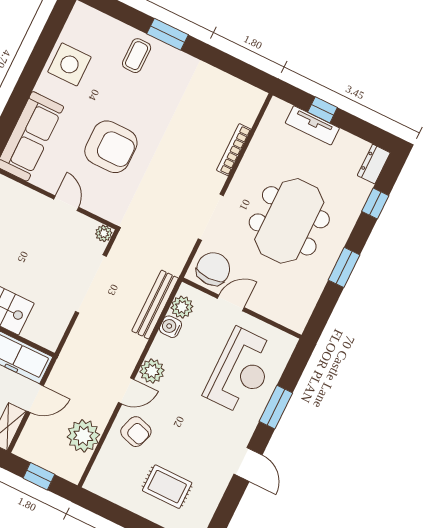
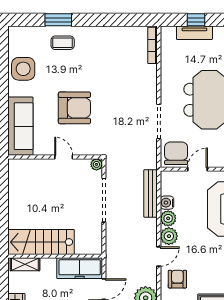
window: (168, 34) -> (58, 20), moved
coffee table: (137, 56) -> (63, 43), turned 90
bookcase: (234, 150) -> (153, 45), moved
plant: (182, 307) -> (168, 218), moved
armchair: (136, 432) -> (177, 279), turned -108

